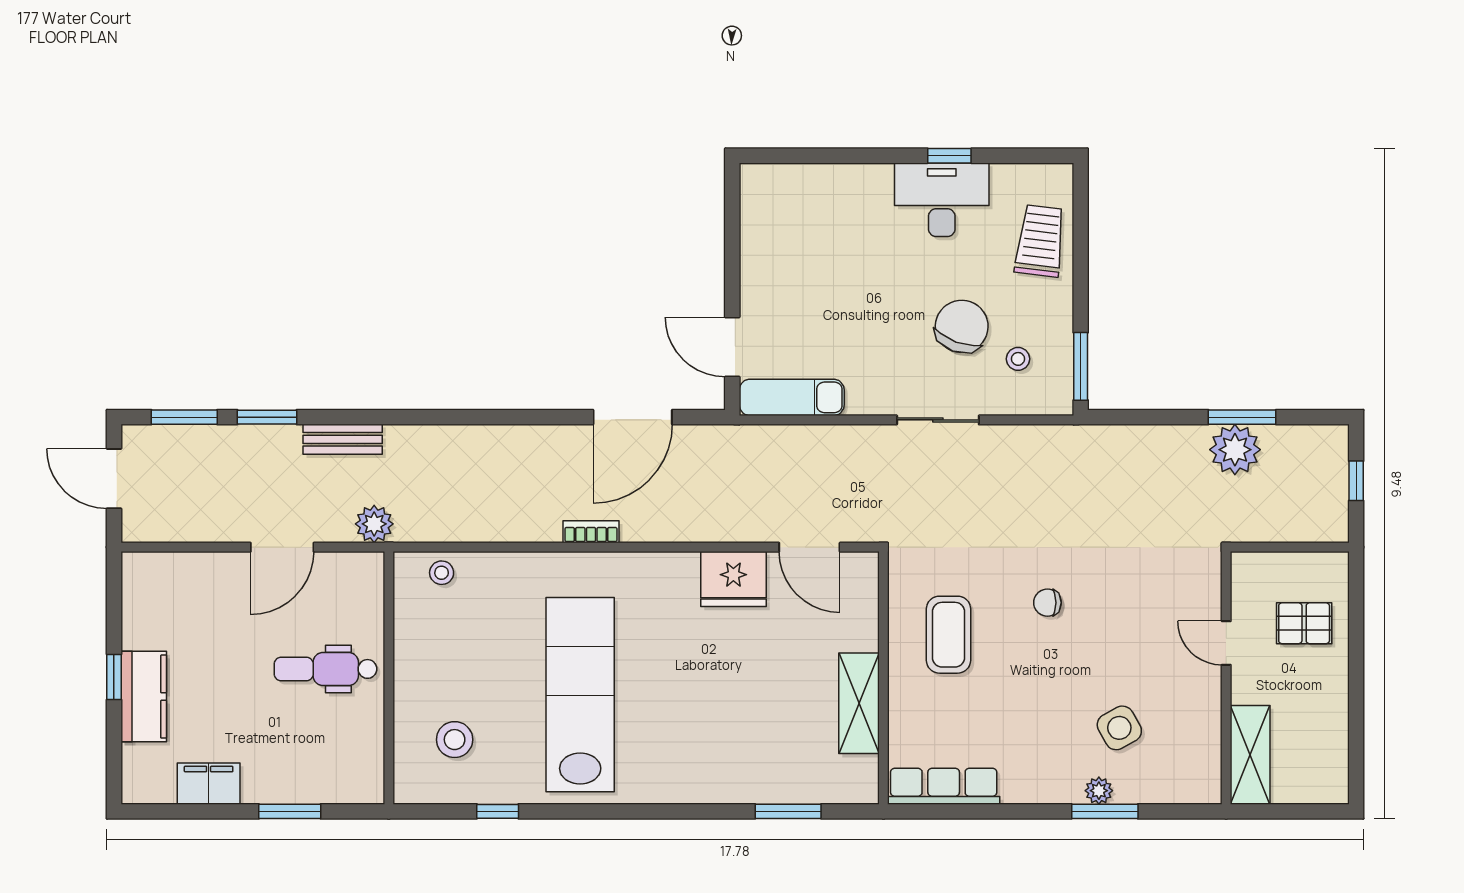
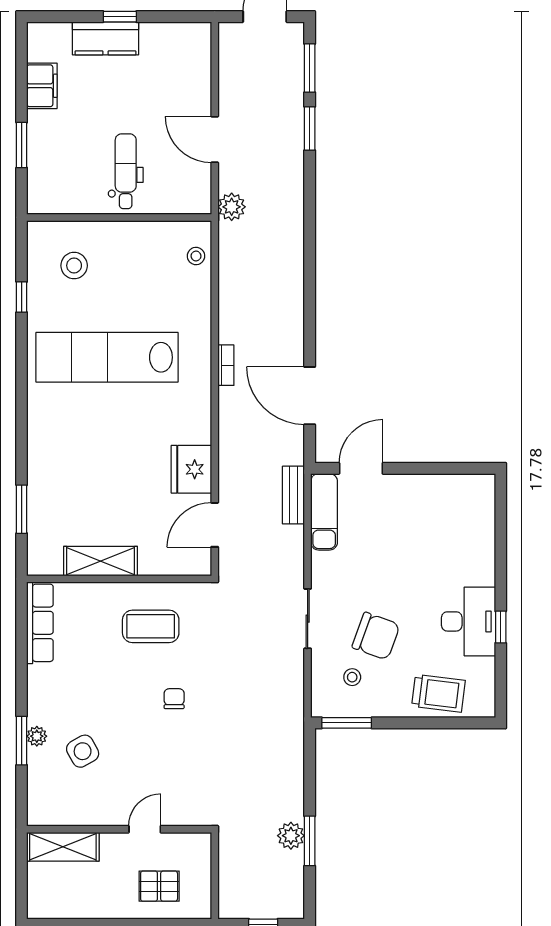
bench: (343, 439) -> (293, 495), moved
plant: (1235, 450) -> (291, 836), width x0.73, depth x0.73
pallet: (1304, 623) -> (159, 886), turned 90
lab bench: (580, 695) -> (107, 357), turned 180

